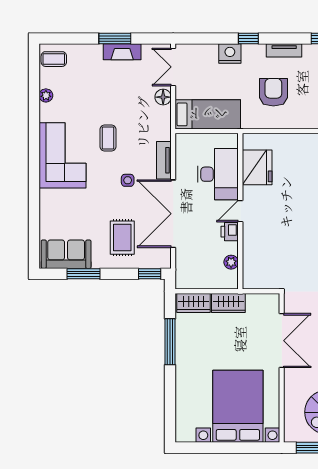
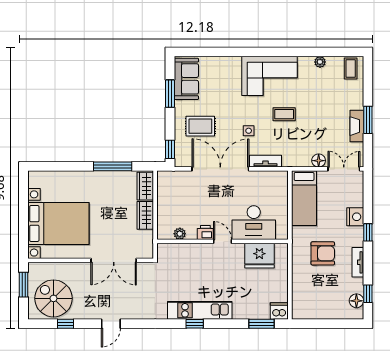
fridge: (257, 167) -> (259, 256), moved
desk: (218, 174) -> (254, 223), moved
door: (240, 211) -> (223, 241), moved
wall: (240, 211) -> (223, 241), moved
printer: (230, 232) -> (205, 233), moved
plant: (231, 262) -> (180, 234), moved

